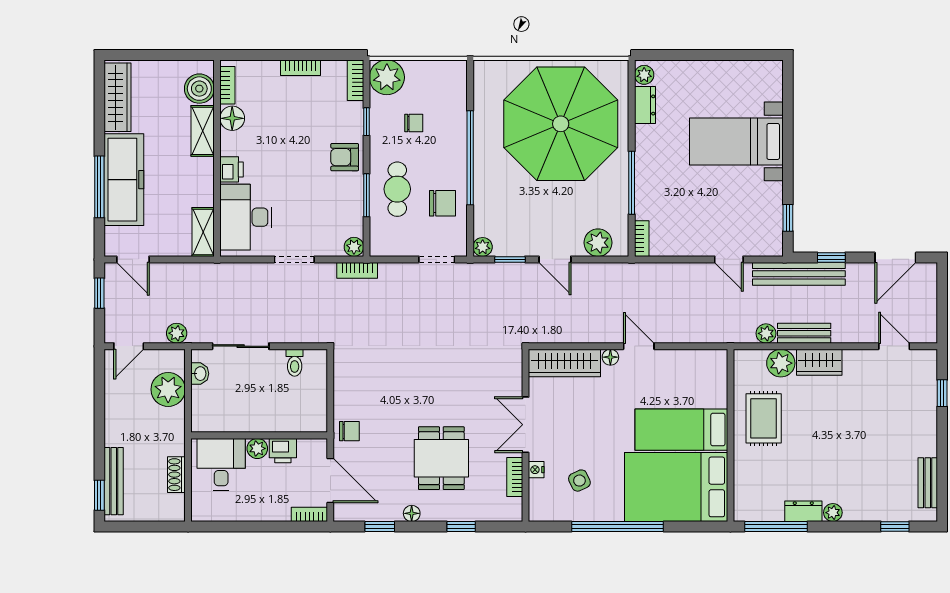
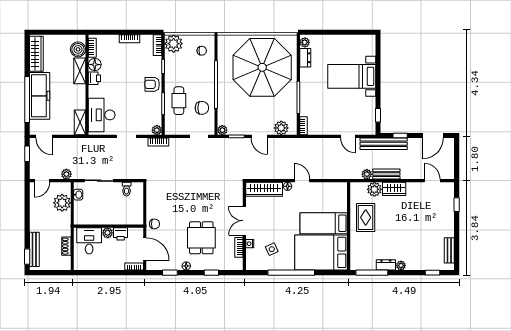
chair: (414, 123) -> (202, 51), moved
printer: (231, 169) -> (94, 78), moved
window: (99, 187) -> (27, 100), width x1.46

